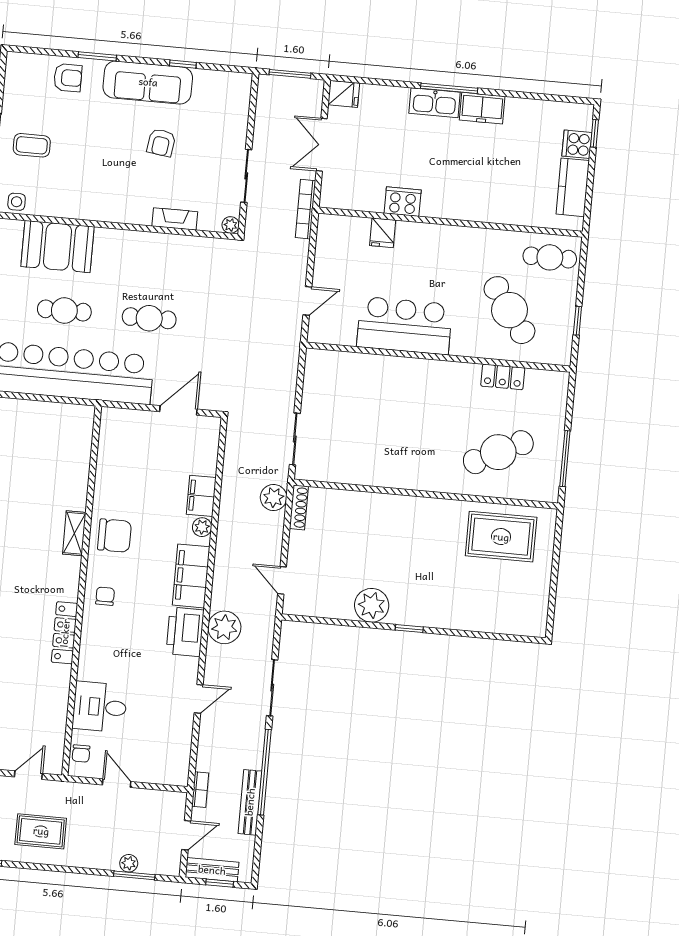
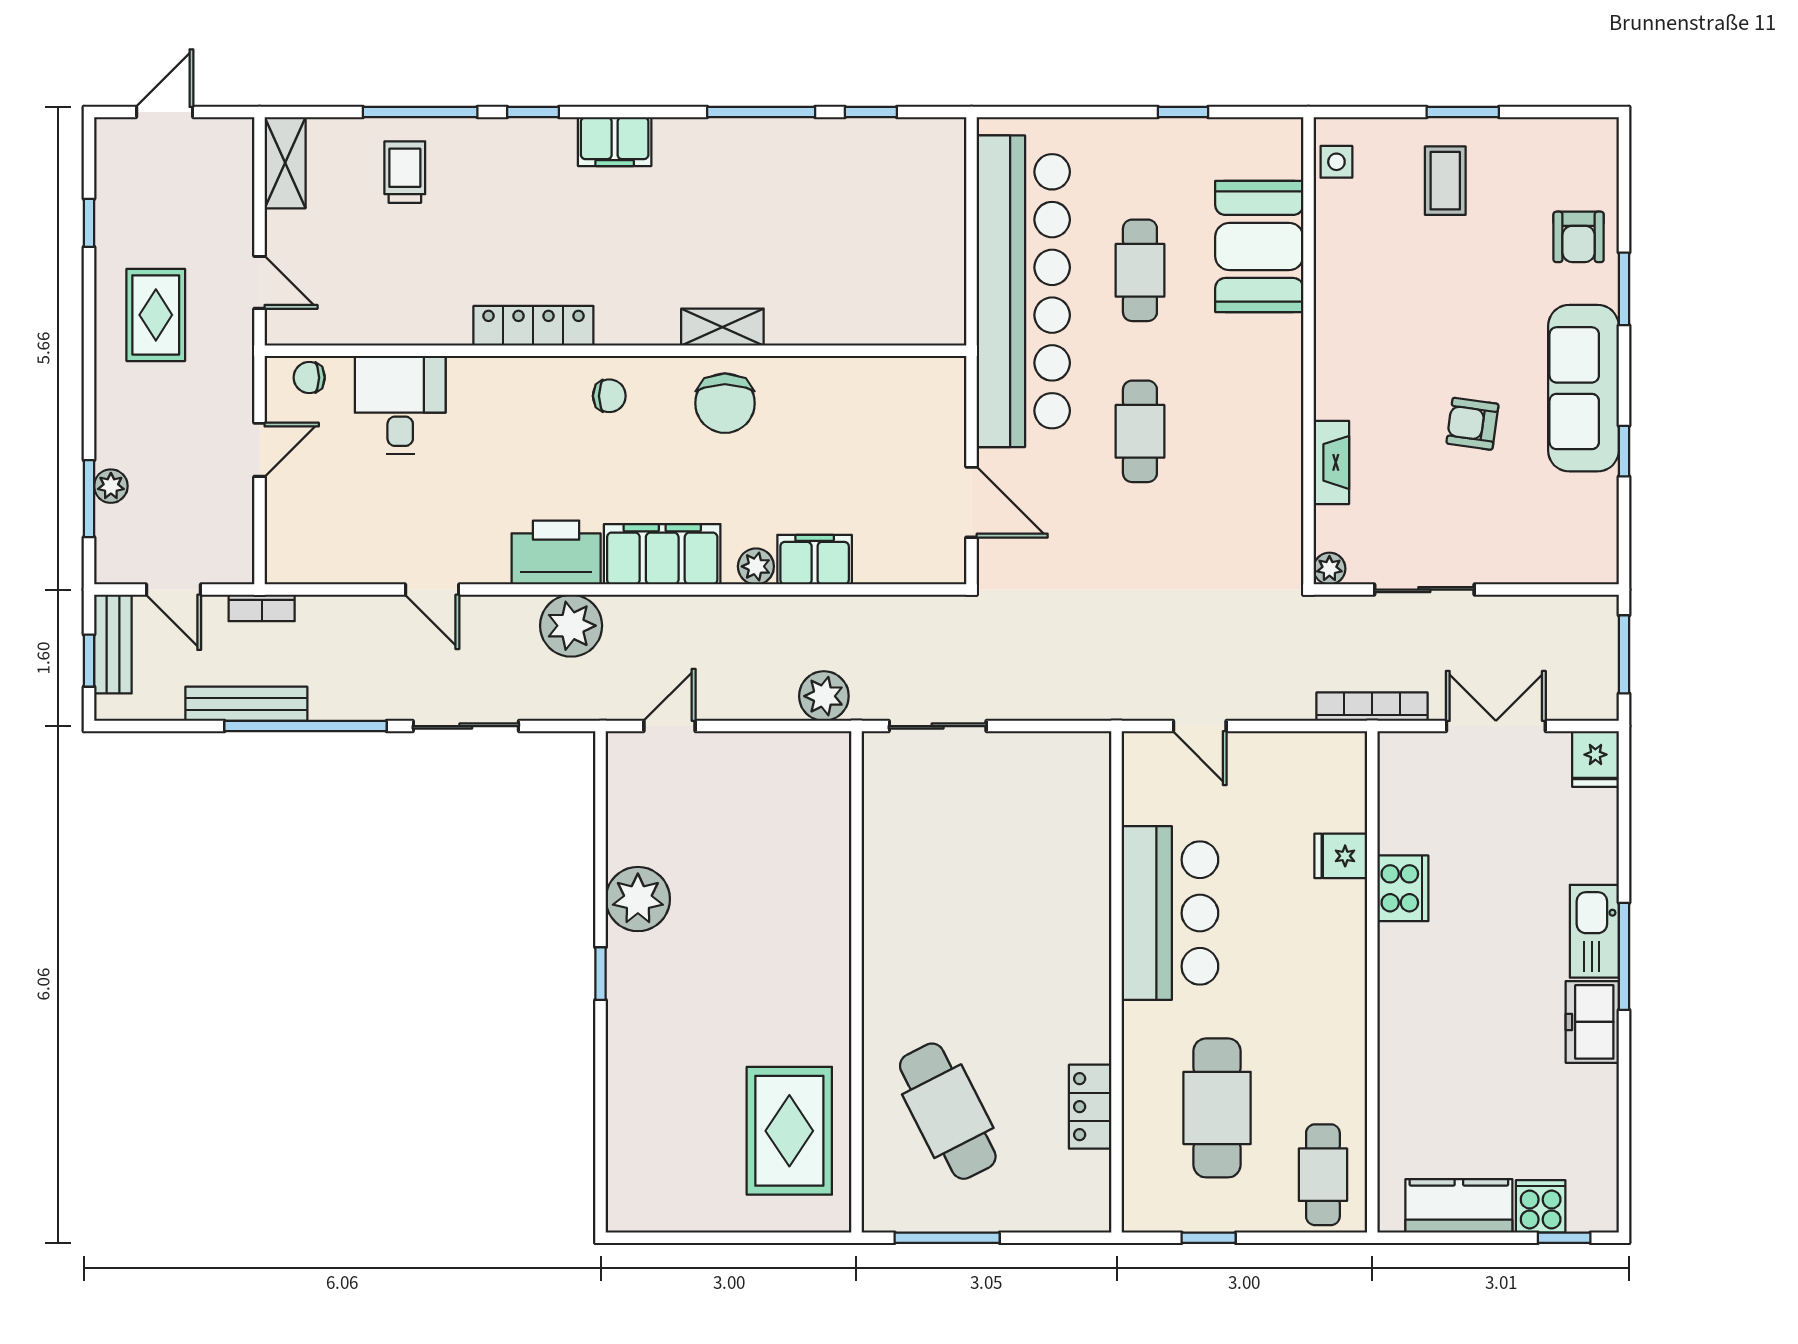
cafe table: (509, 310) -> (1217, 1108), turned -54
shoe rack: (299, 507) -> (810, 745), removed

